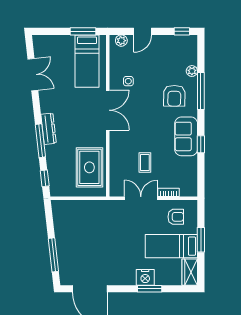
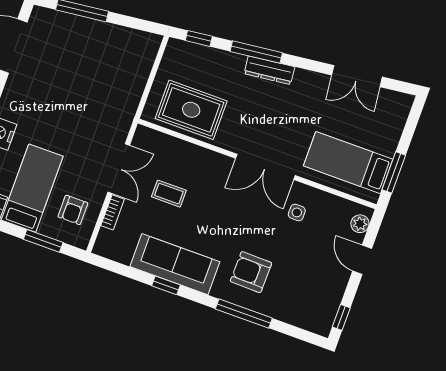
plant: (192, 71) -> (278, 311), removed
sofa: (186, 136) -> (175, 264), width x1.36
window: (201, 240) -> (43, 241), moved

